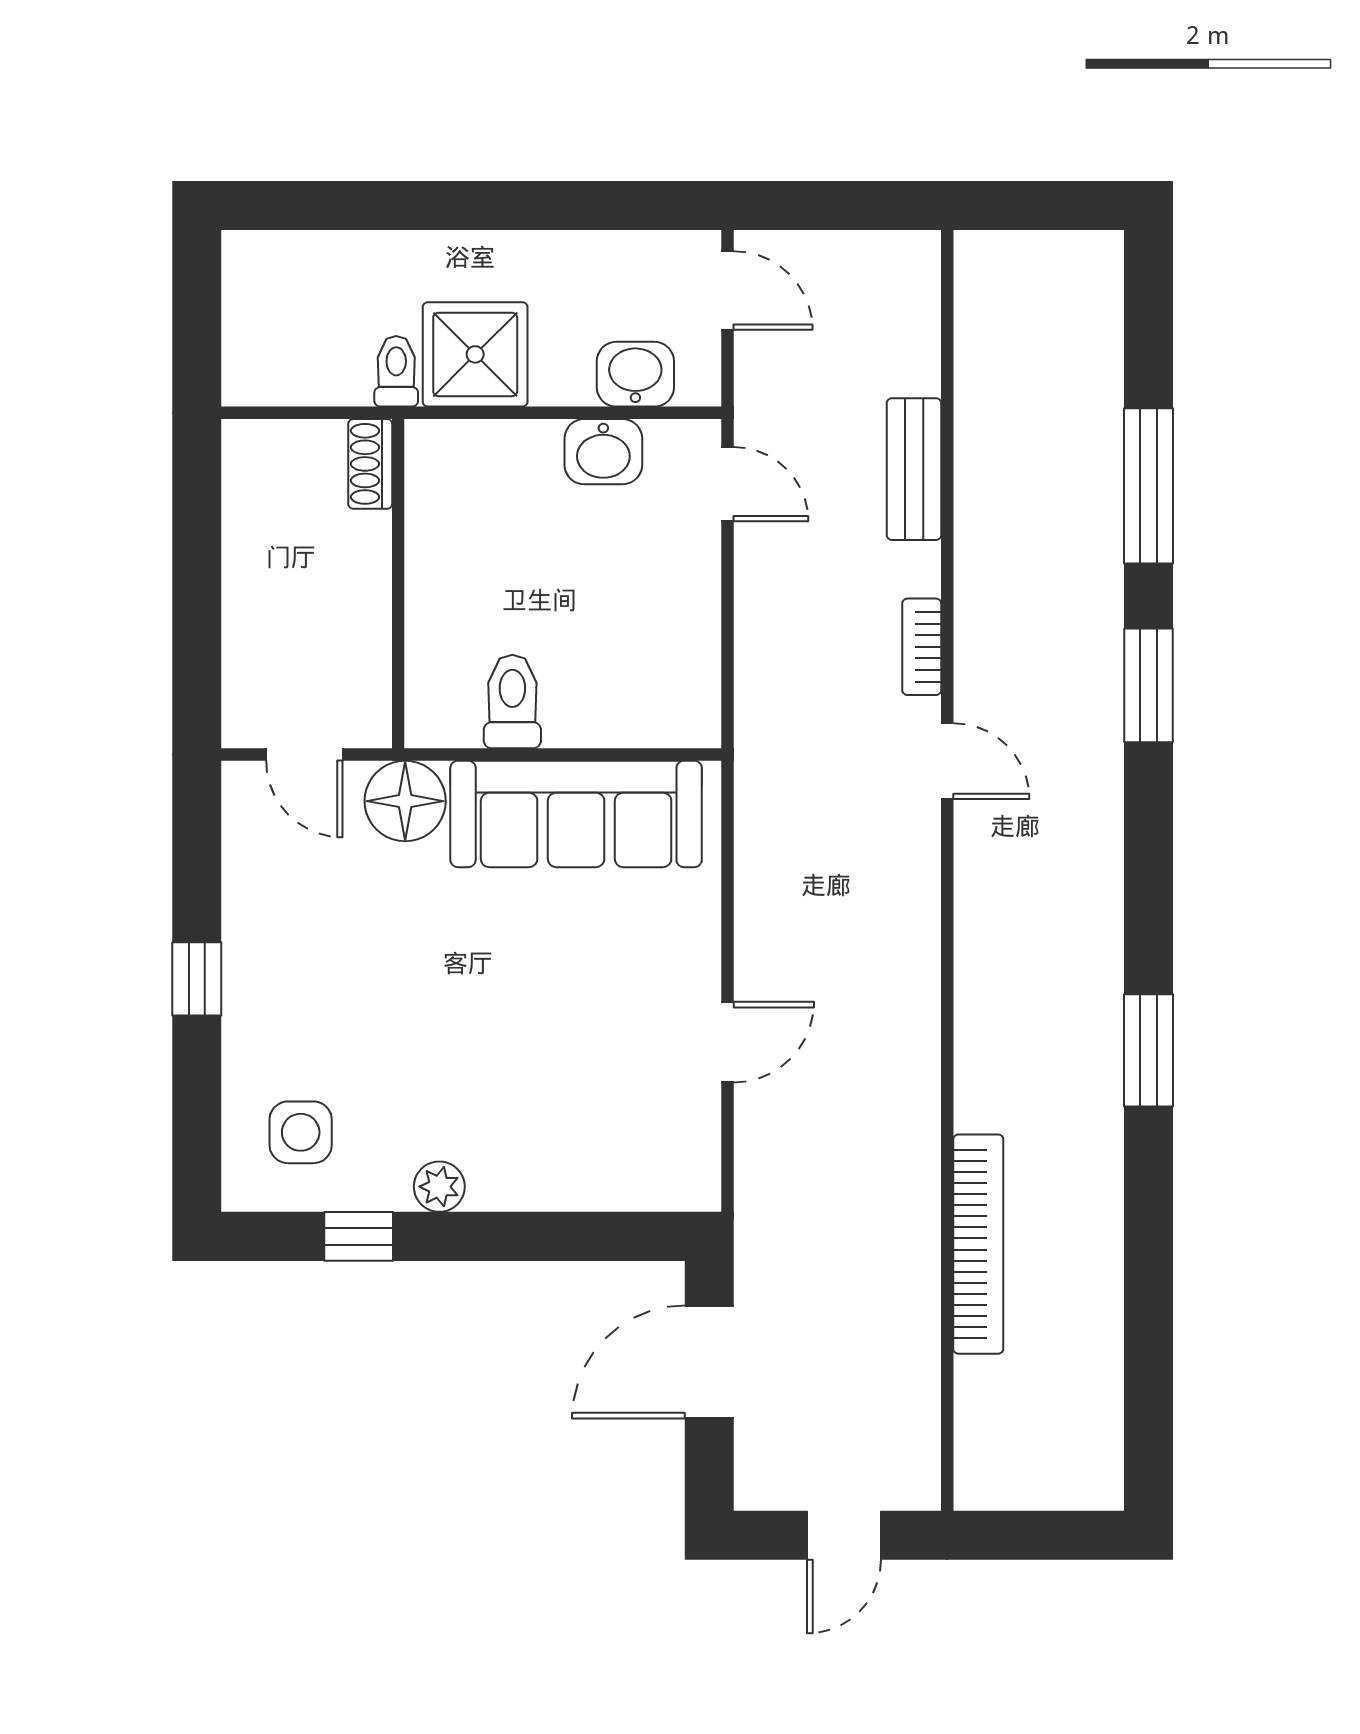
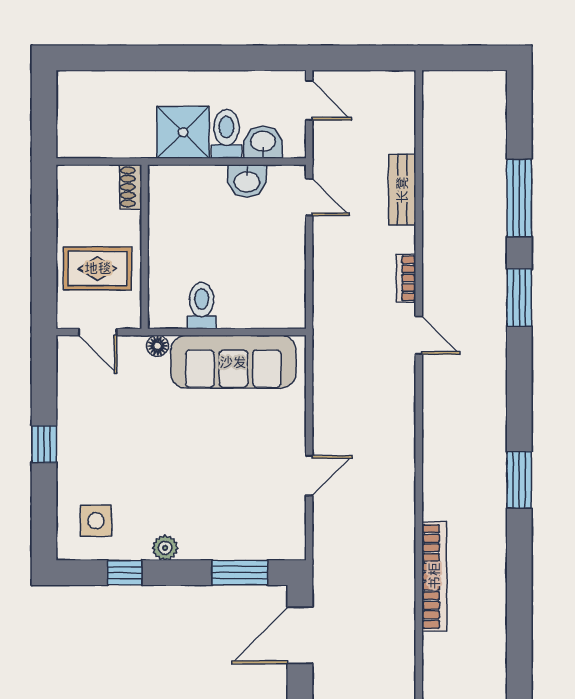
toilet: (396, 371) -> (226, 134), moved, width x1.37, depth x1.39
rug: (304, 627) -> (98, 268), added
floor lamp: (405, 801) -> (158, 346), width x0.53, depth x0.53
window: (589, 1236) -> (240, 573), added

